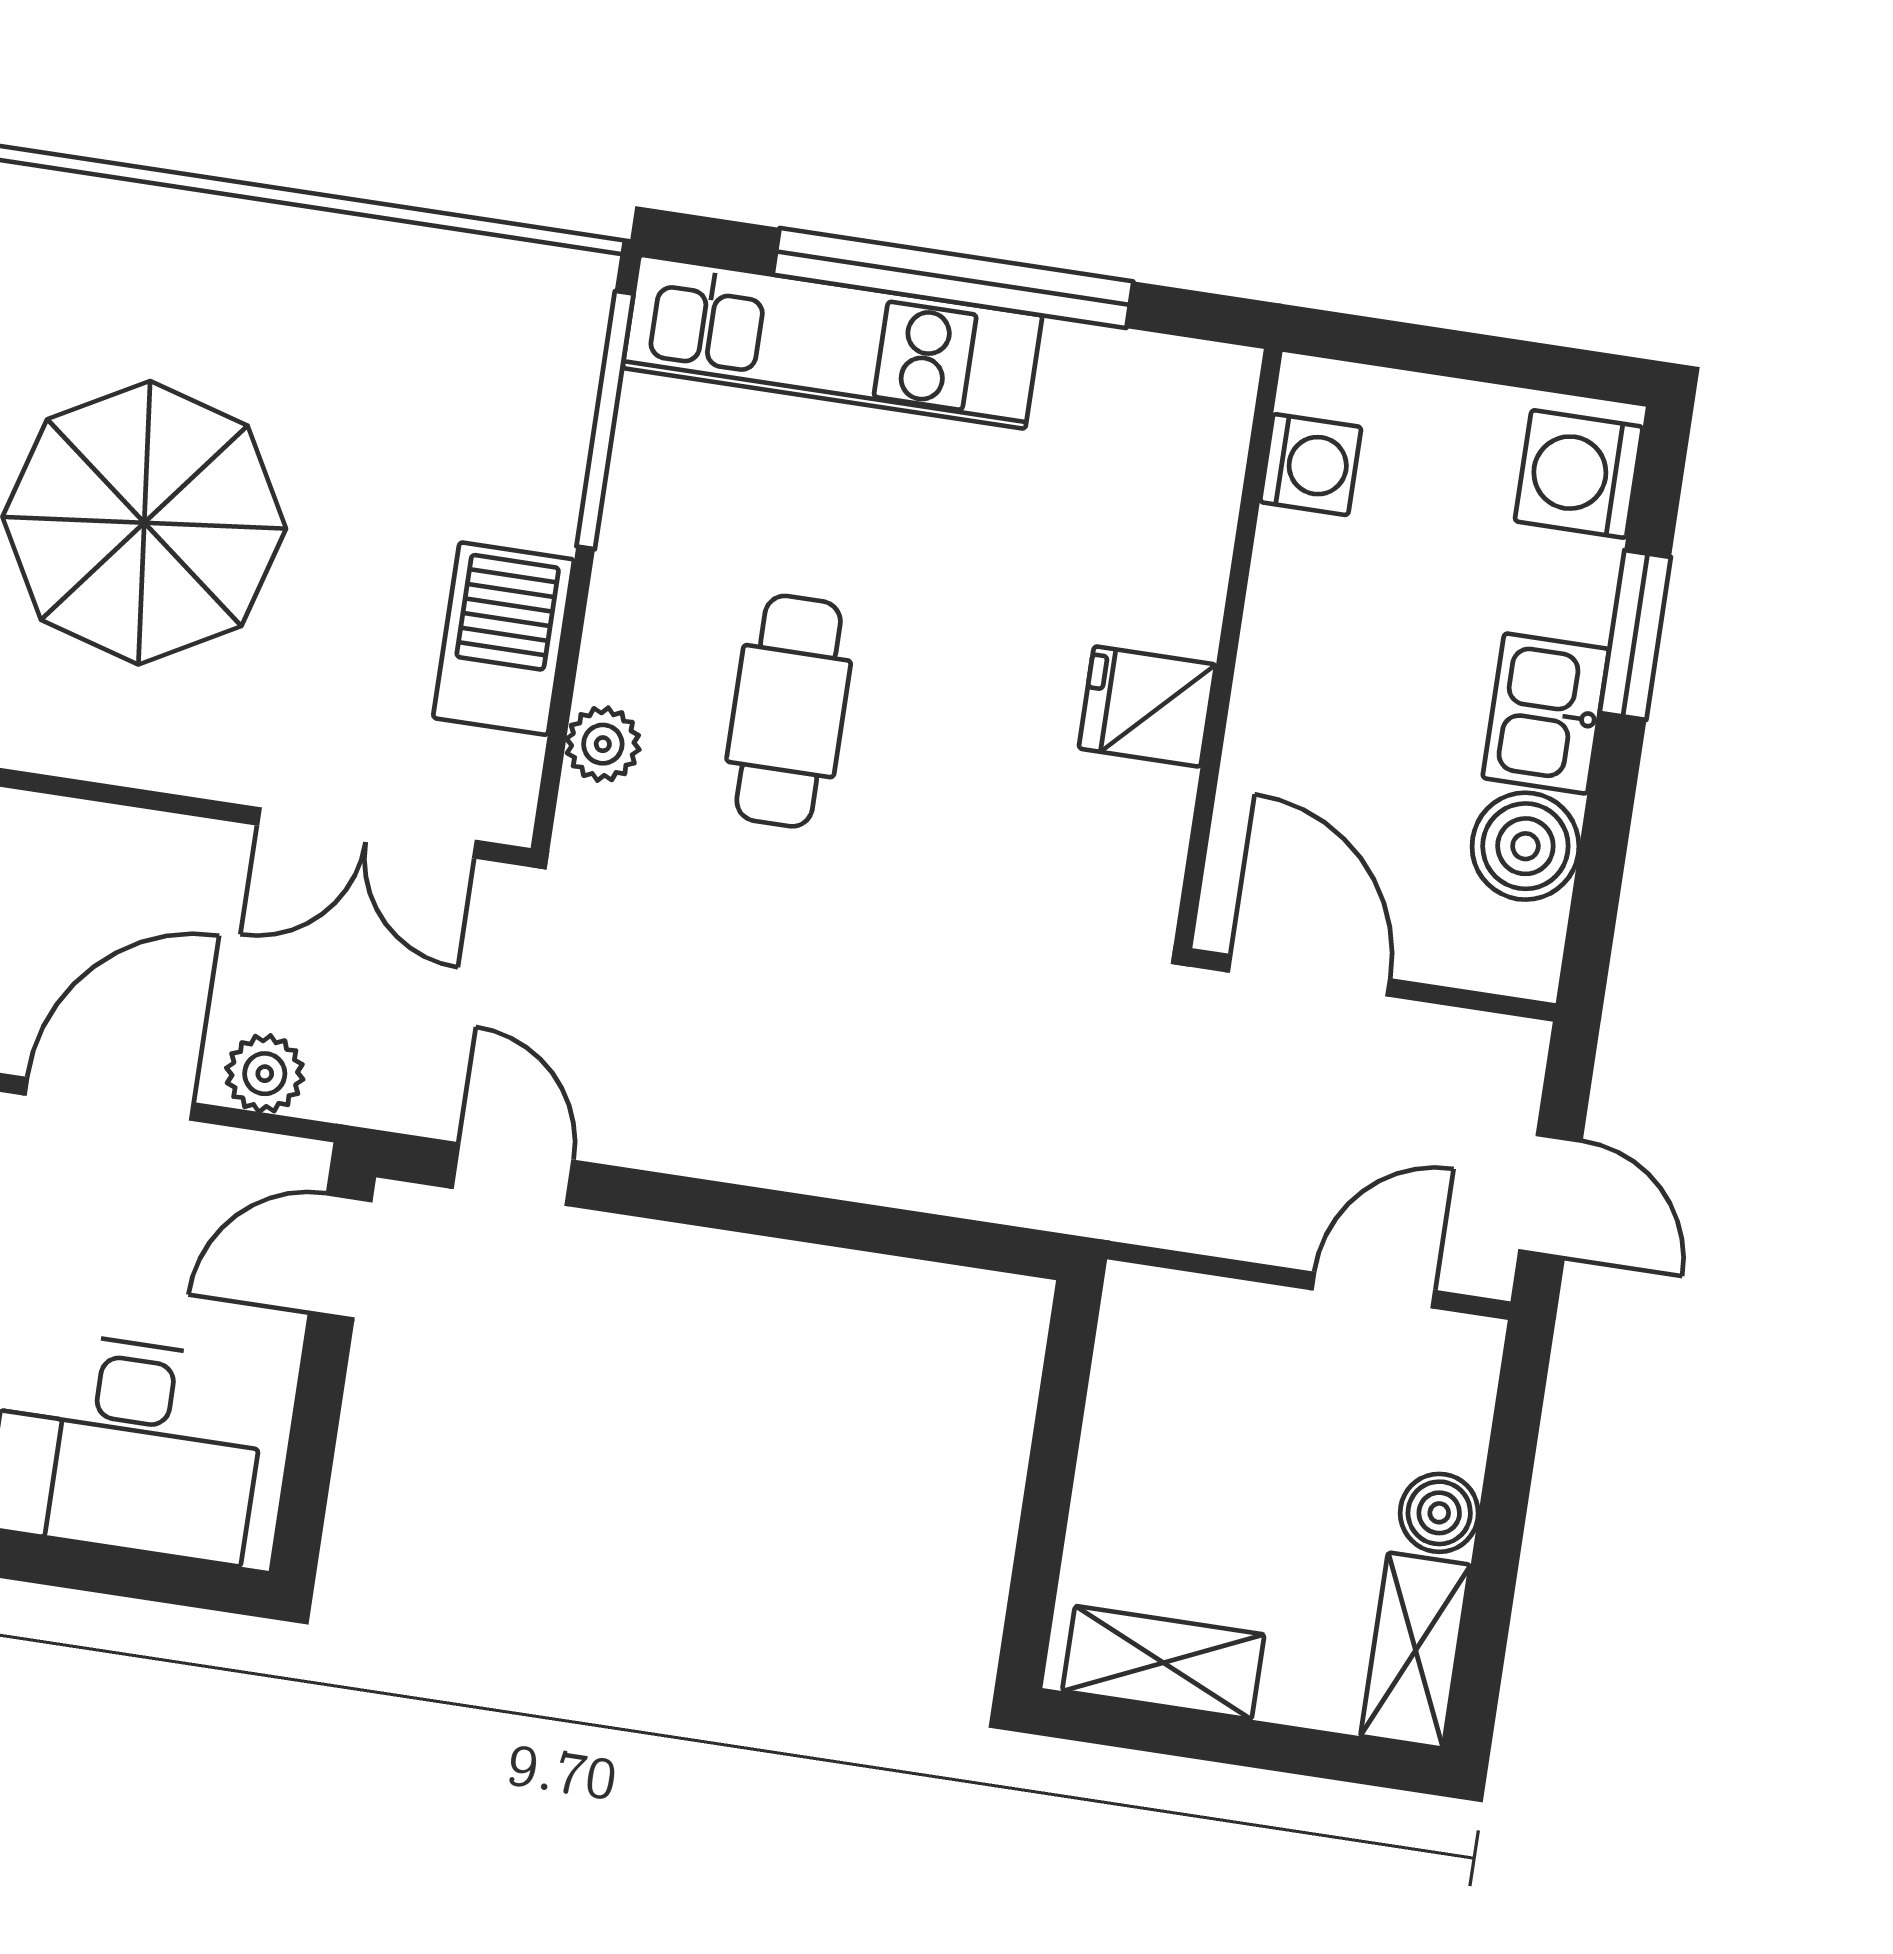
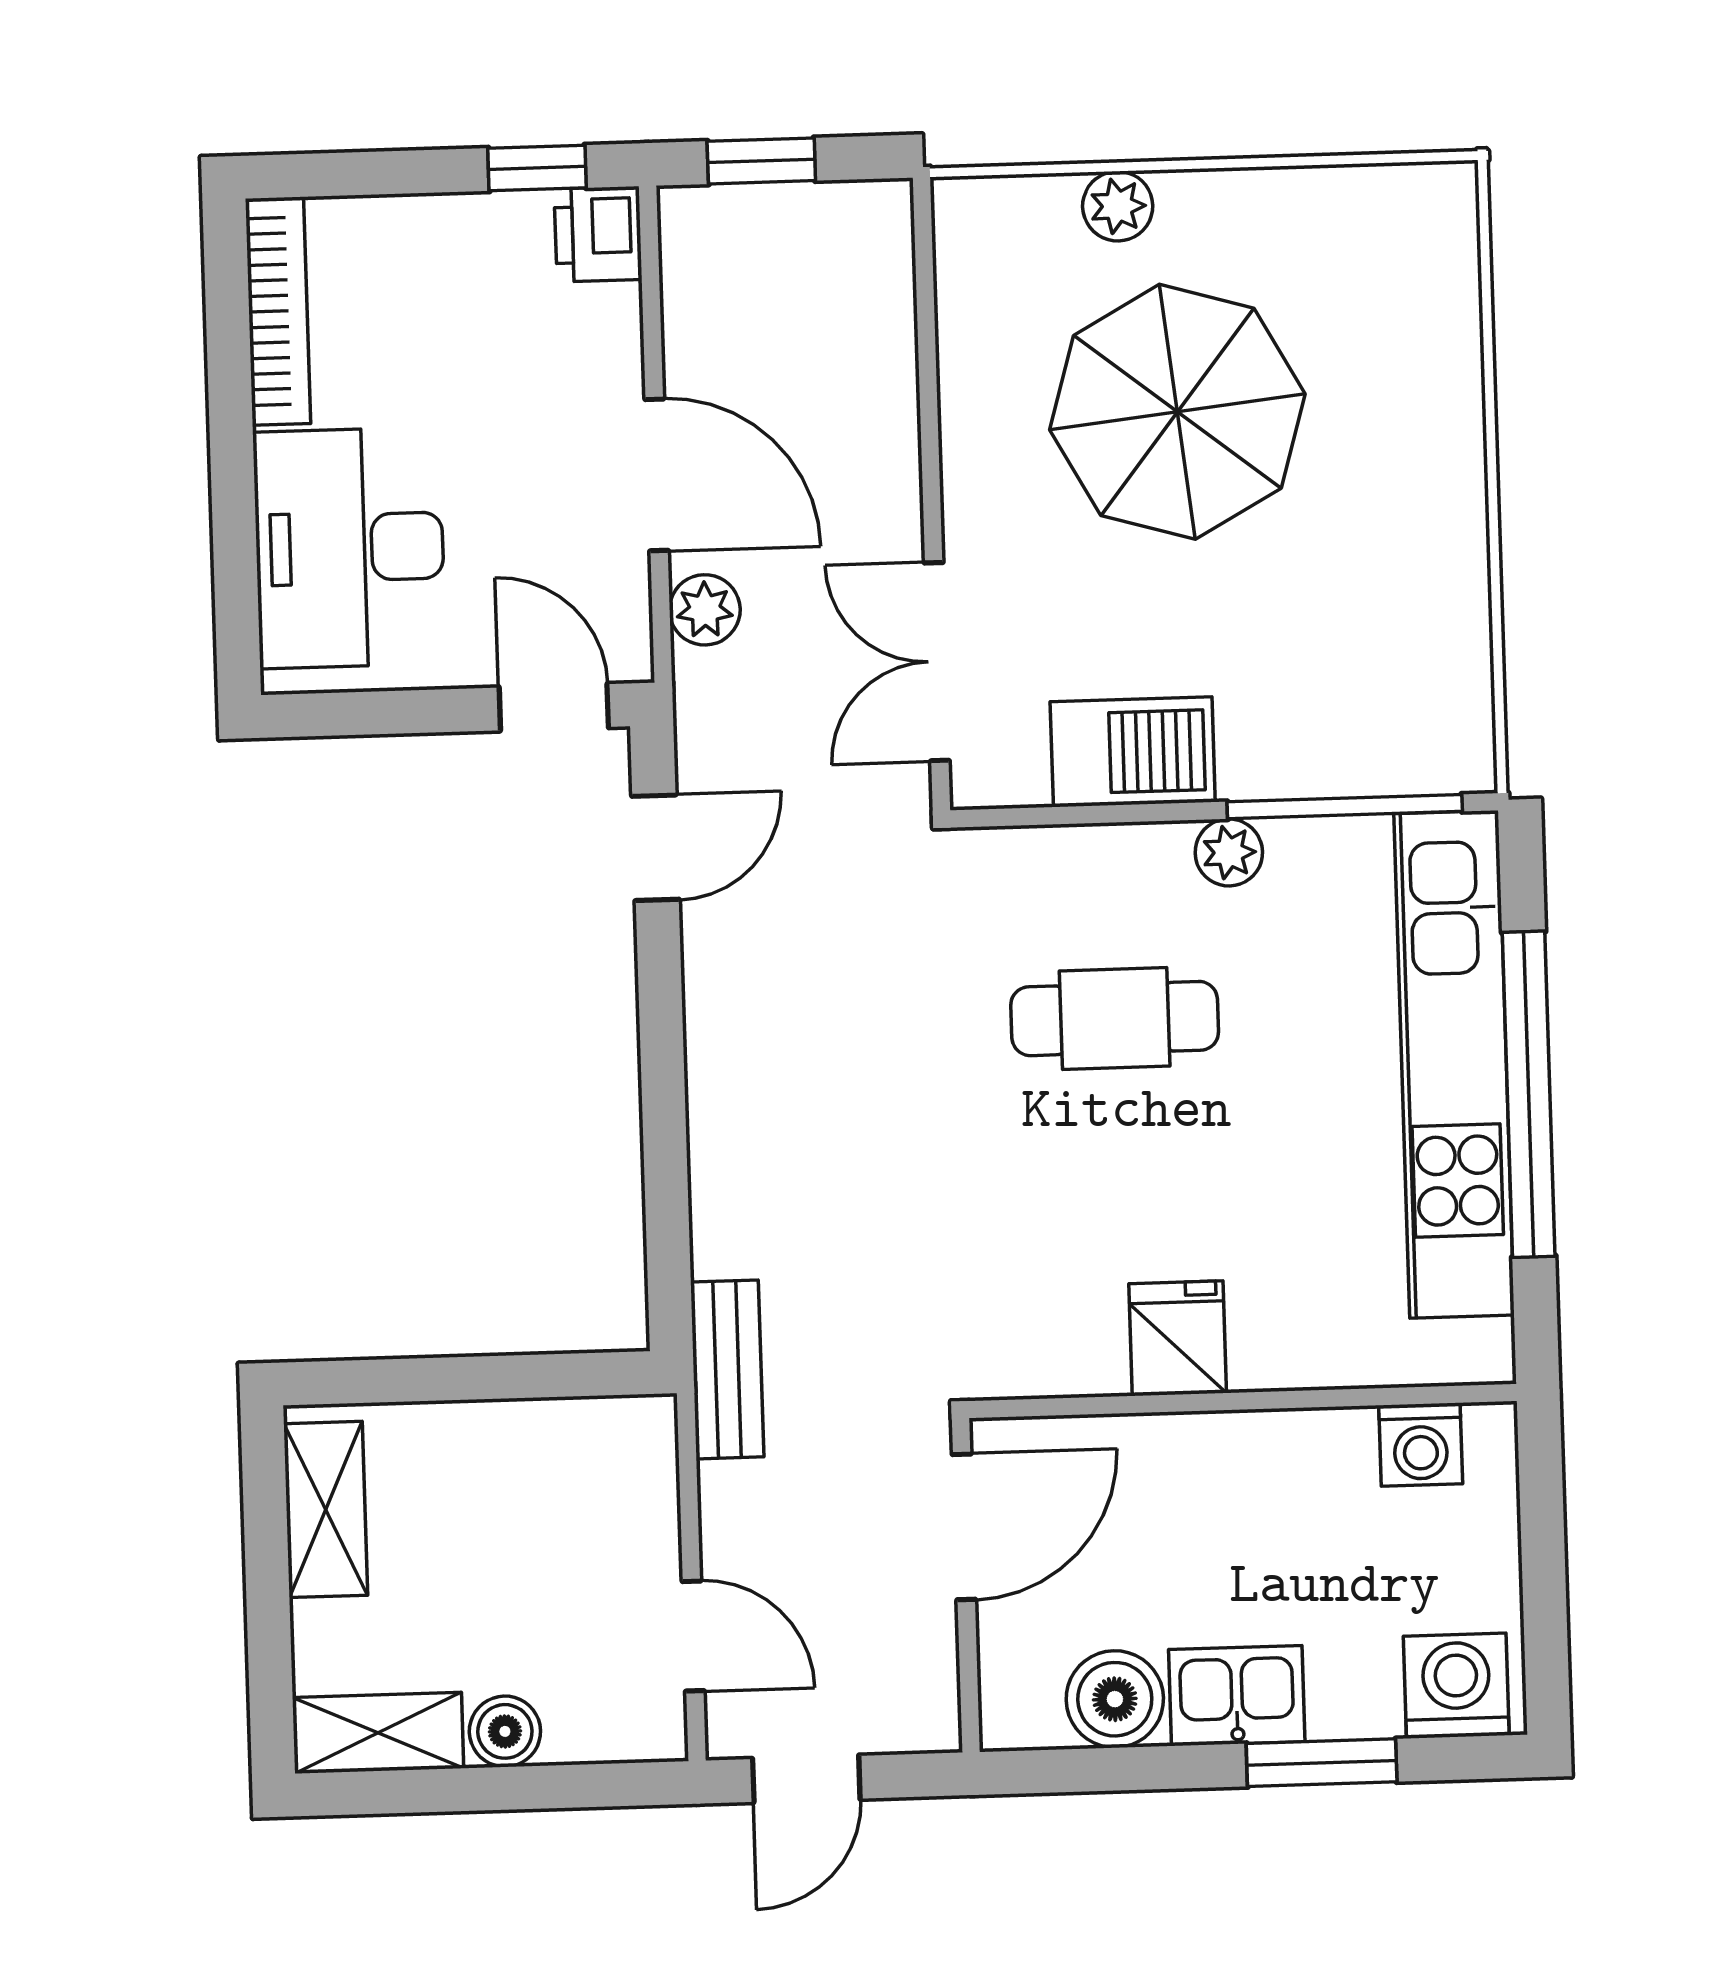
kitchen unit: (832, 342) -> (1454, 1064), width x1.36
plant: (603, 744) -> (1229, 852), moved
bench: (1091, 1200) -> (727, 1369), added

